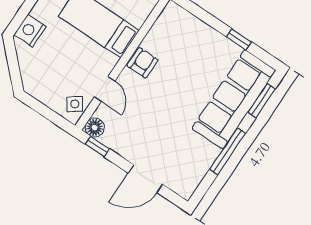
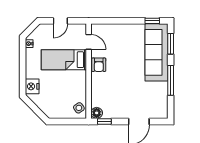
window: (239, 39) -> (152, 21), moved
armchair: (142, 63) -> (99, 65), turned 180
door: (105, 89) -> (89, 42), moved

